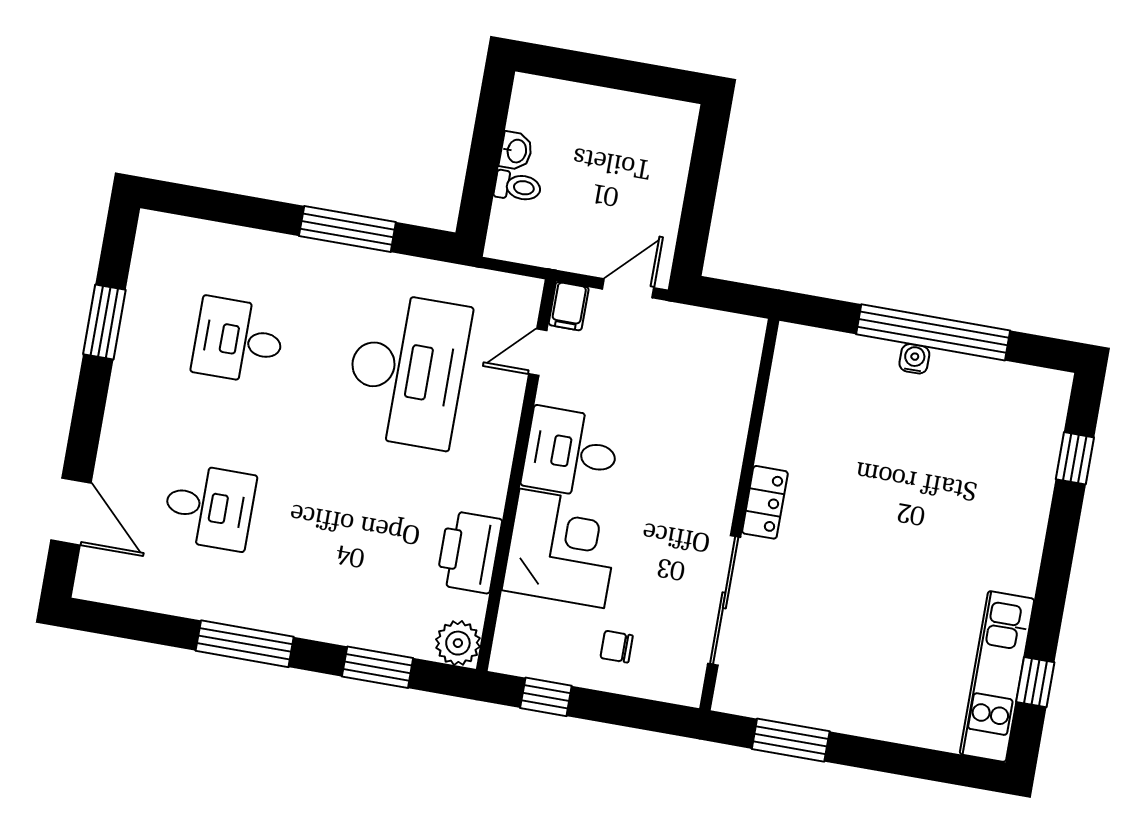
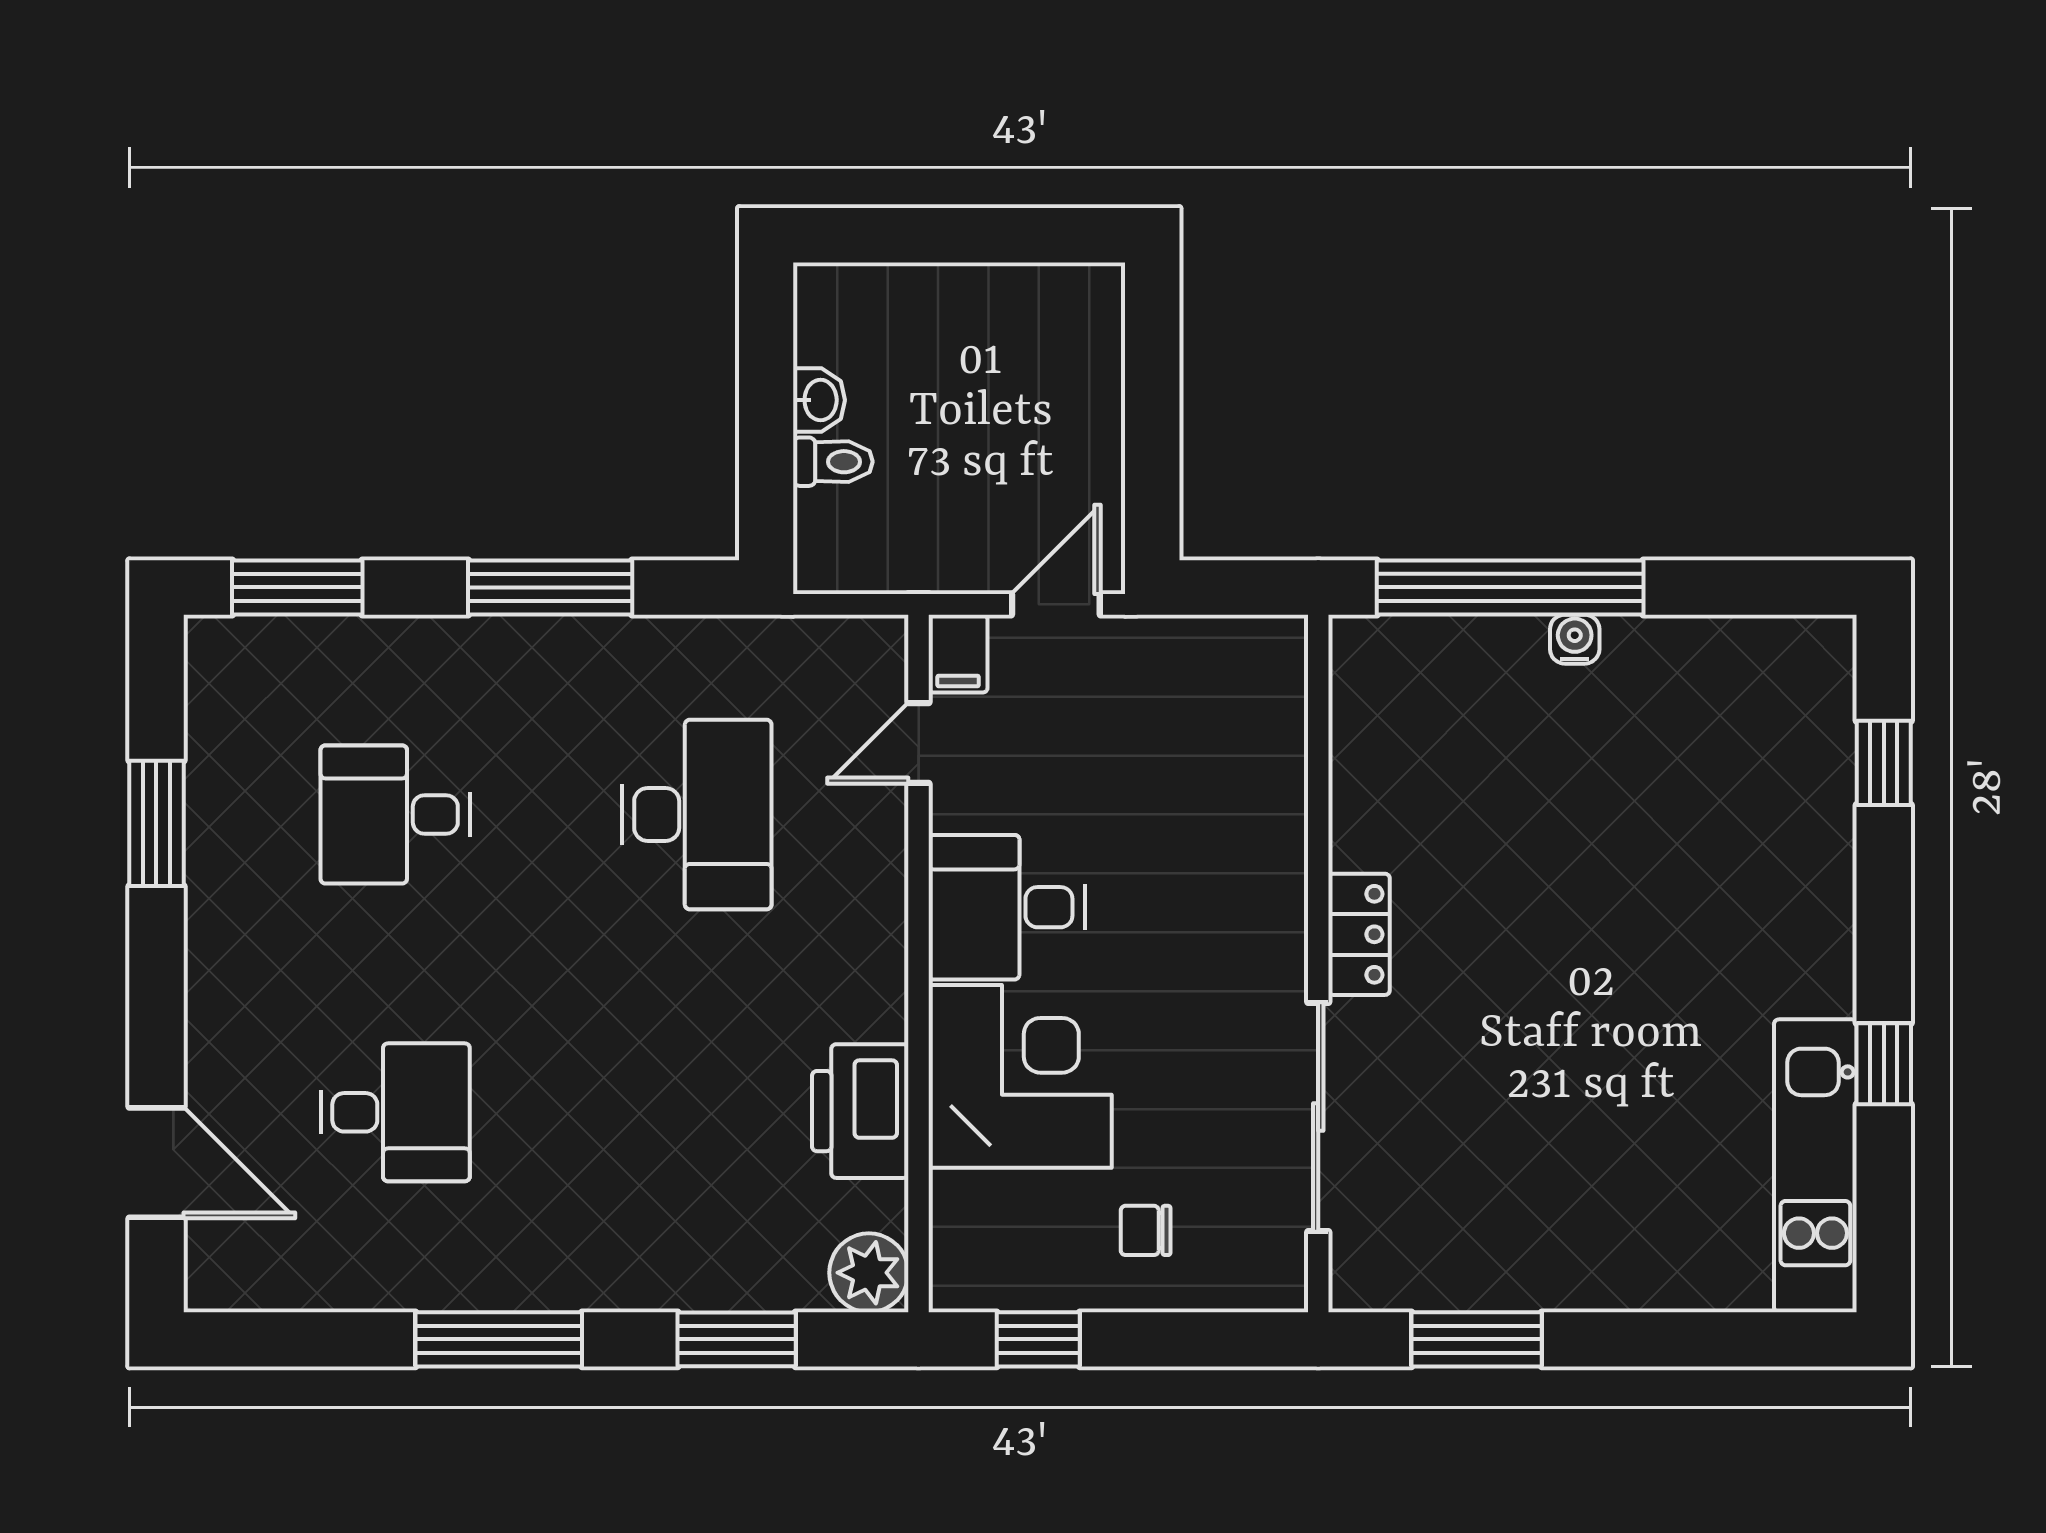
window: (206, 204) -> (297, 587), added
window: (933, 332) -> (1510, 587), moved
desk: (407, 370) -> (697, 814), width x0.73, depth x0.77
window: (1035, 682) -> (1884, 1064), moved

